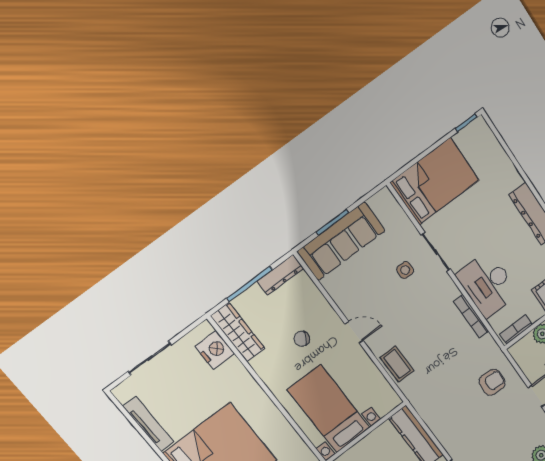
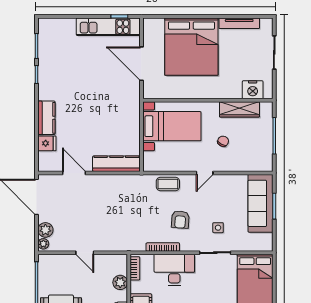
dresser: (280, 275) -> (267, 156), removed
wardrobe: (238, 332) -> (239, 109), moved
armchair: (492, 382) -> (180, 220), moved

